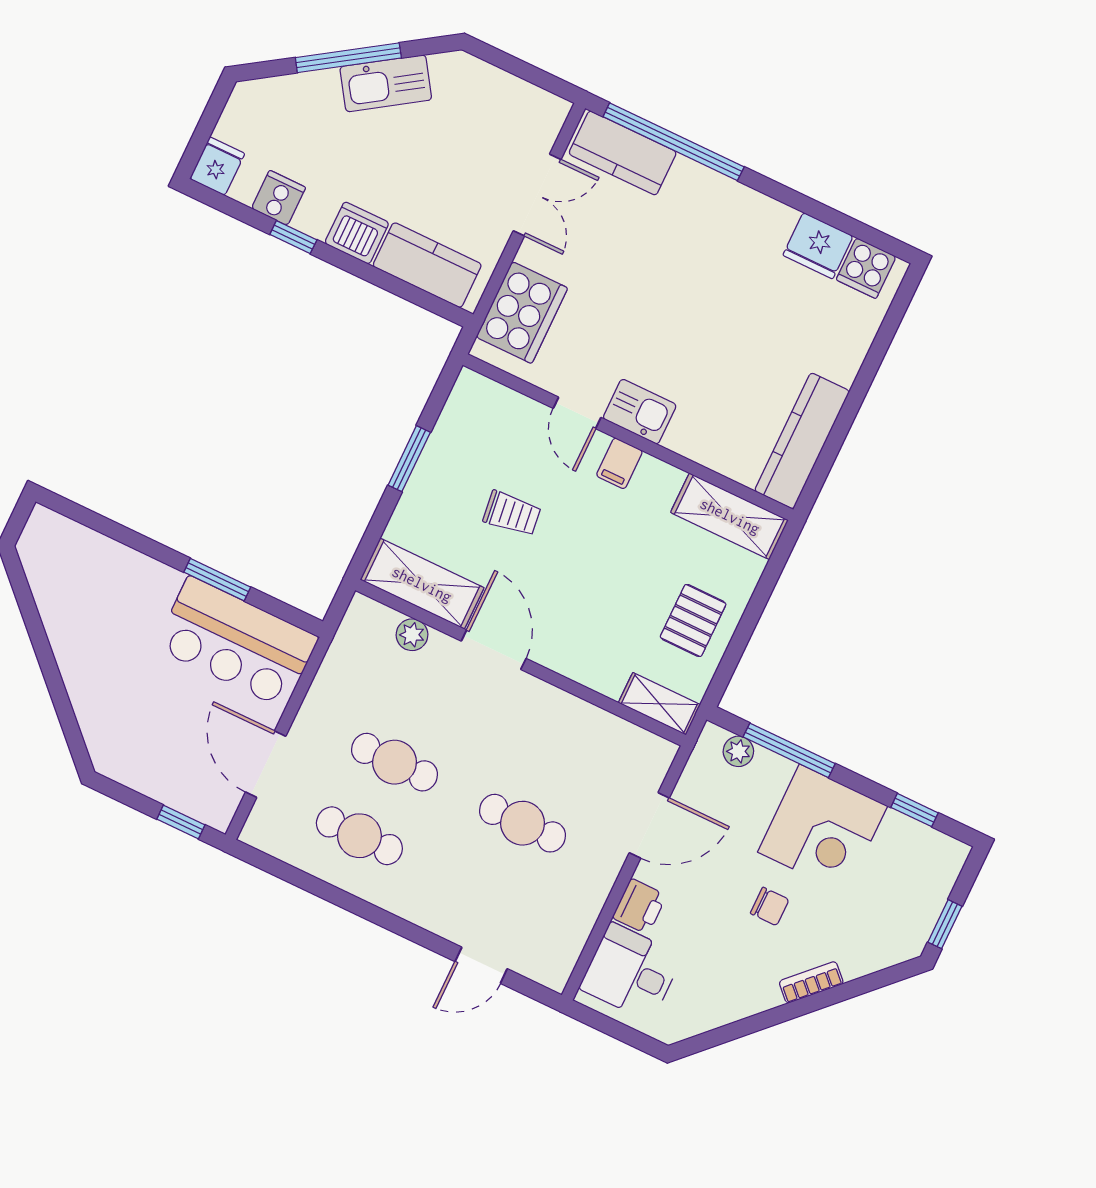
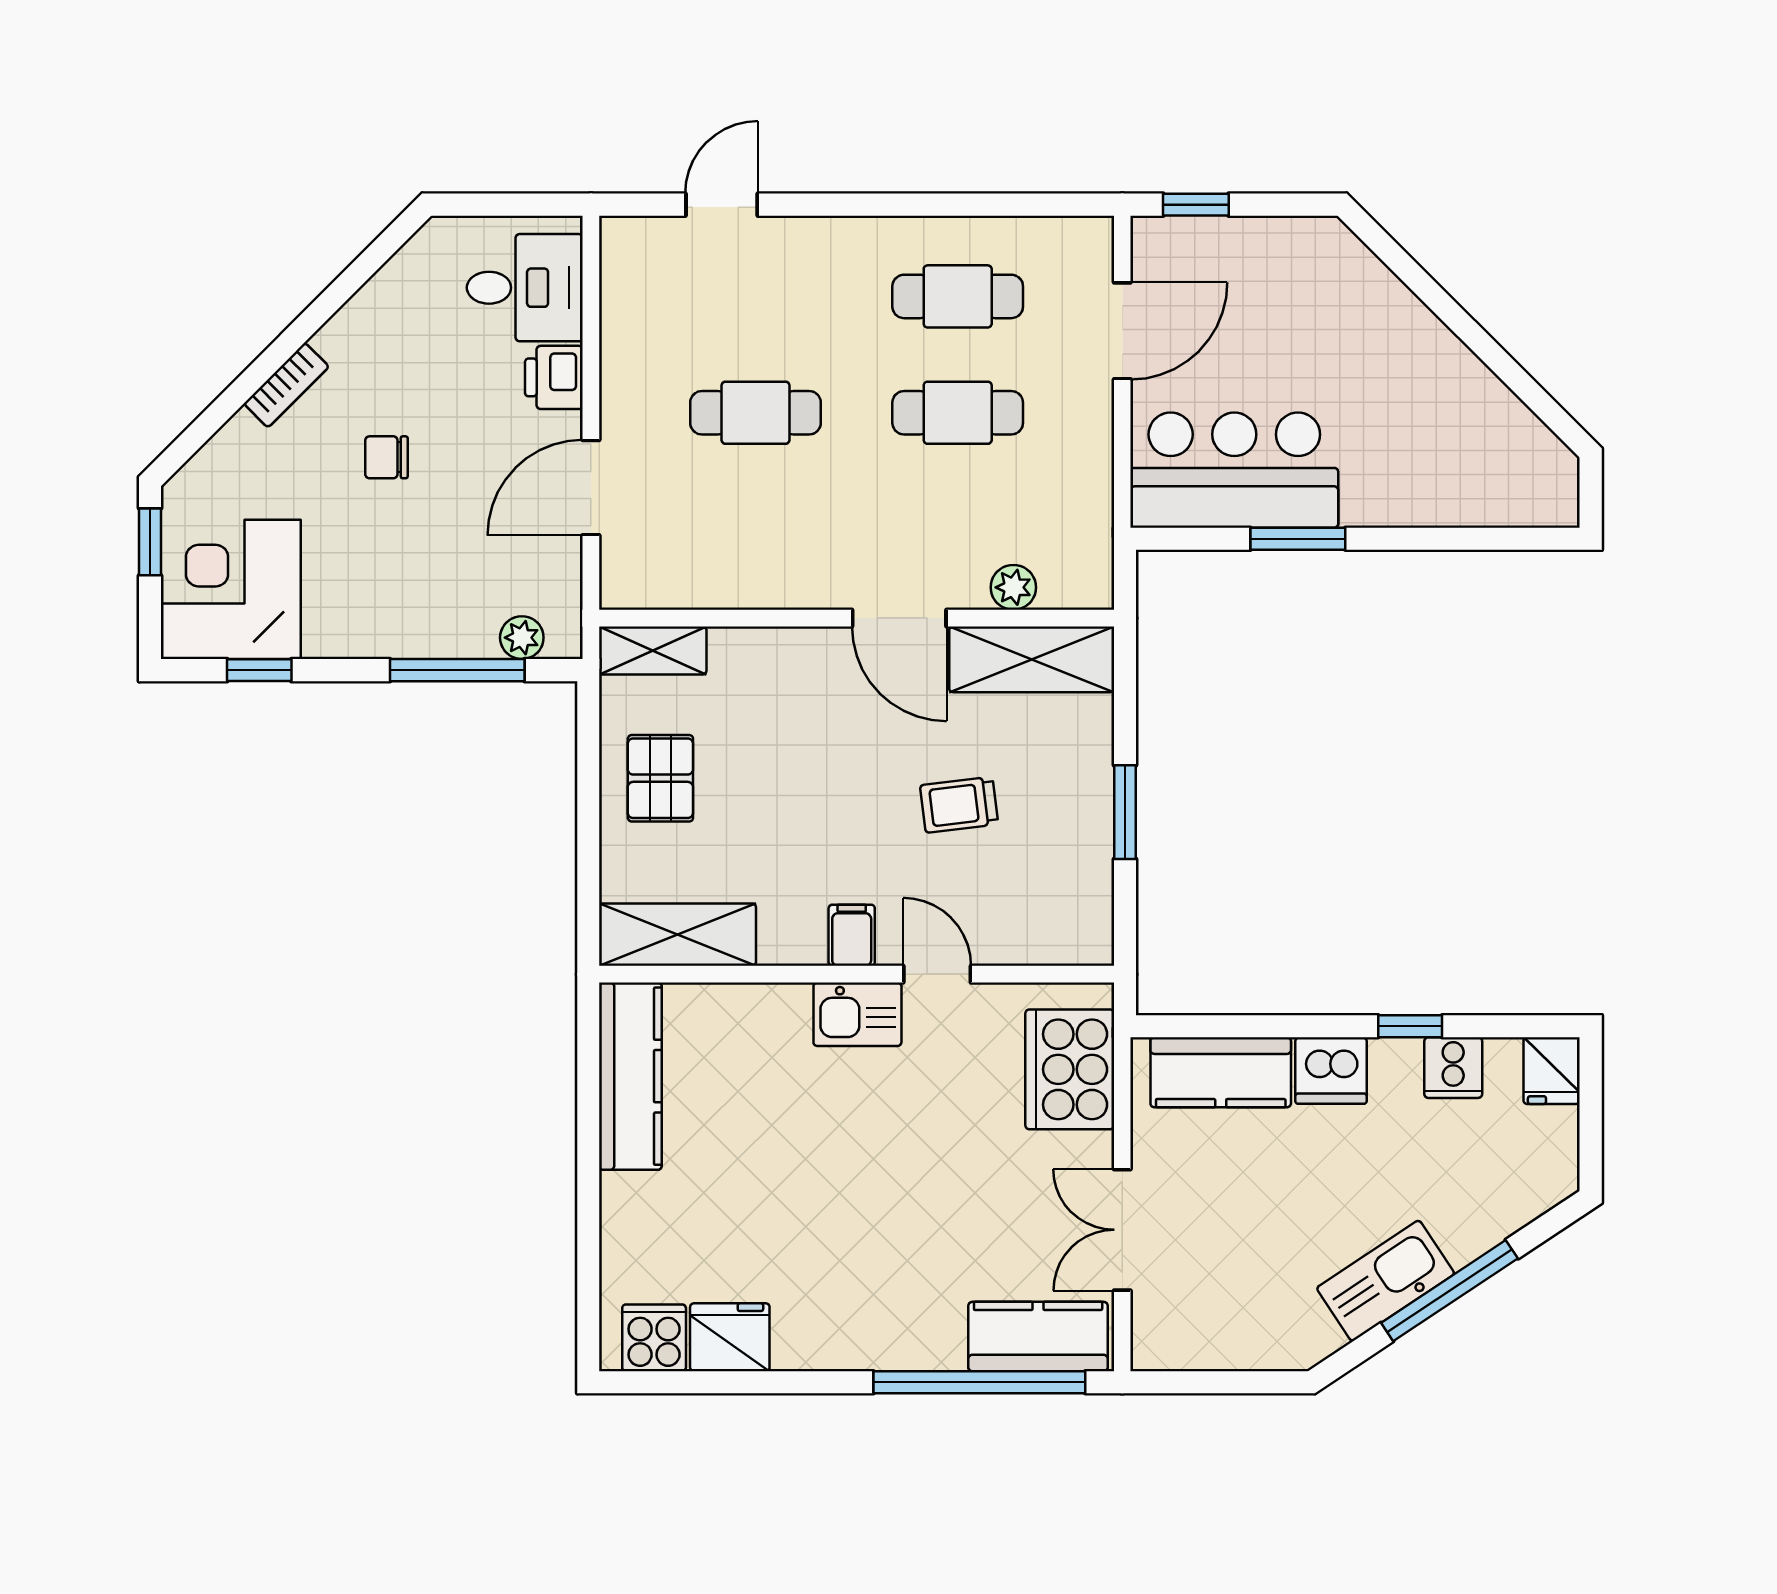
door: (266, 764) -> (1122, 331), hinge flipped
corner desk: (823, 829) -> (231, 589), moved

